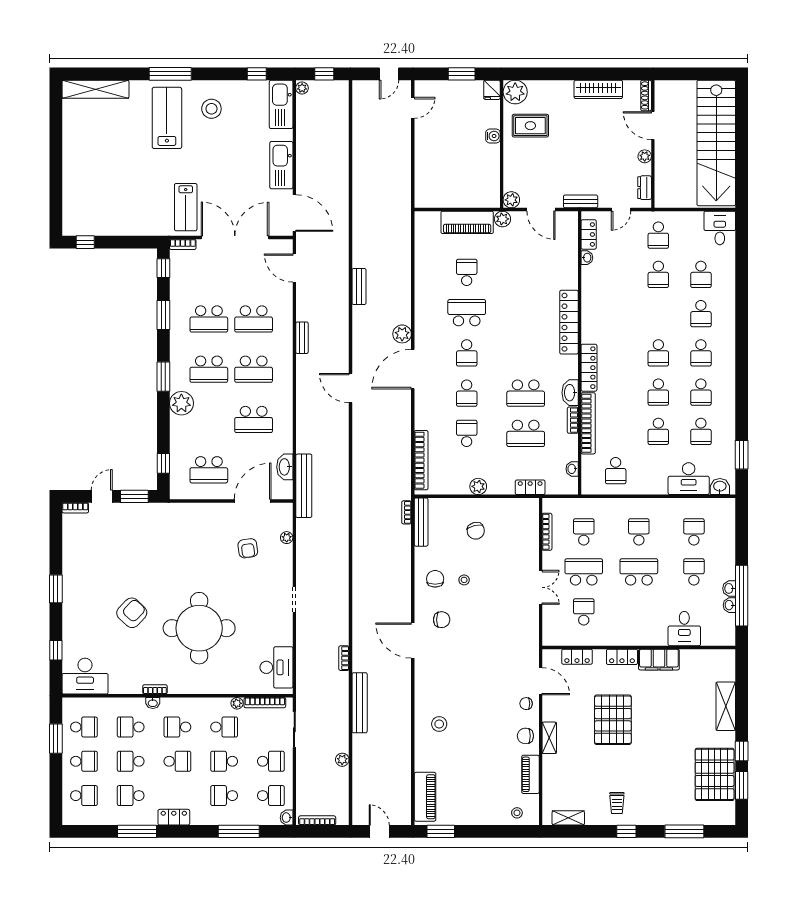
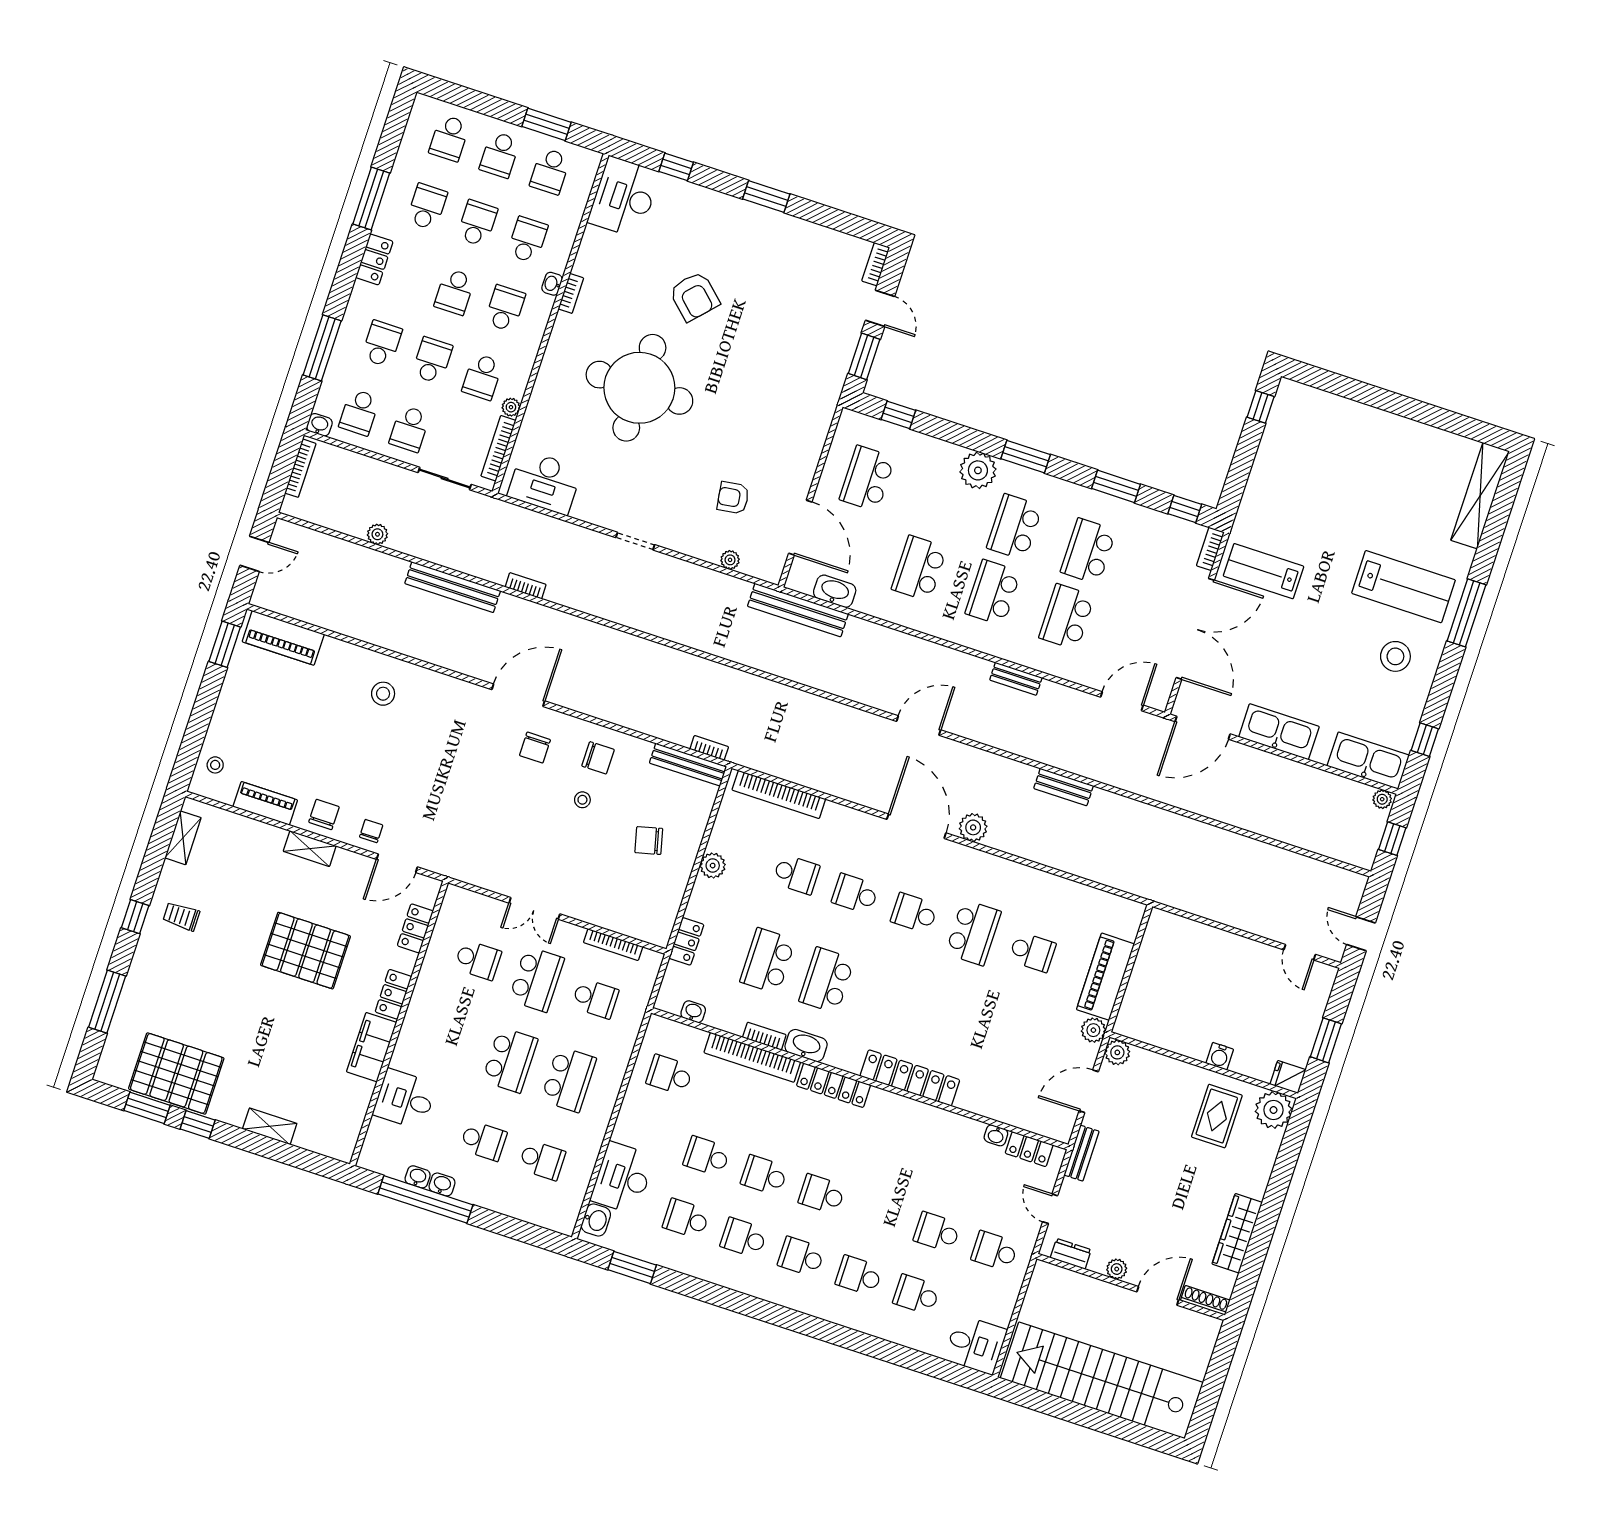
school desk: (639, 532) -> (569, 1079), width x1.85
shelving: (726, 706) -> (270, 1126), width x0.67, depth x0.75

